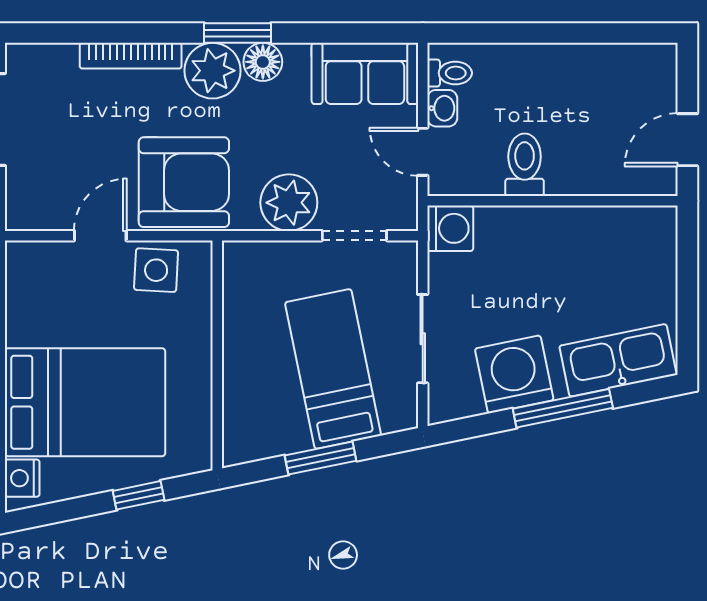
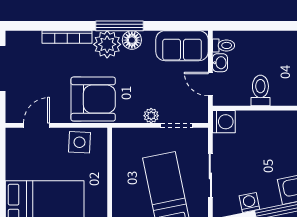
window: (238, 33) -> (119, 26), width x1.44
plant: (289, 203) -> (151, 116), width x0.53, depth x0.53
door: (100, 236) -> (36, 125), moved
washing machine: (514, 374) -> (249, 203), width x0.53, depth x0.53

